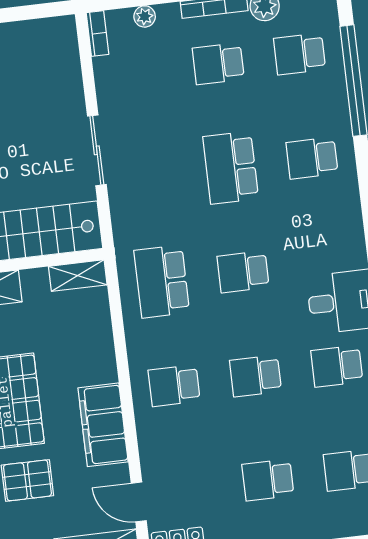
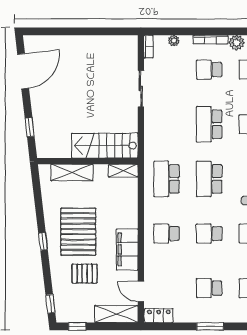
sliding door: (97, 150) -> (141, 89), moved
school desk: (243, 272) -> (209, 179), width x1.85

